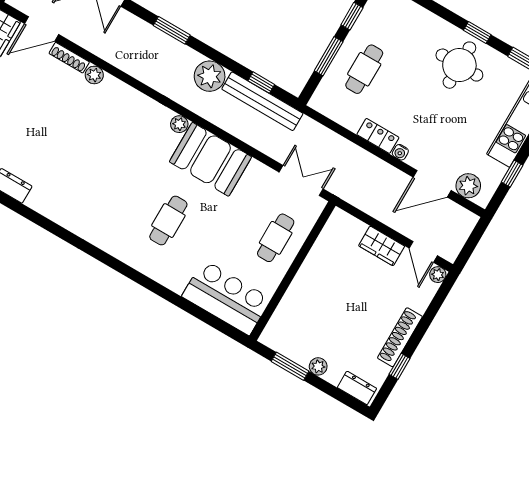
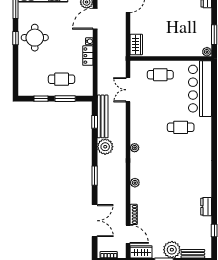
plant: (94, 75) -> (135, 183), moved
booth: (210, 159) -> (142, 124), removed
double door: (301, 181) -> (128, 90), moved
door: (432, 184) -> (95, 19), swing flipped
wardrobe: (382, 246) -> (136, 44), moved
bar counter: (226, 298) -> (200, 89), width x1.36
plant: (318, 366) -> (207, 52), moved

